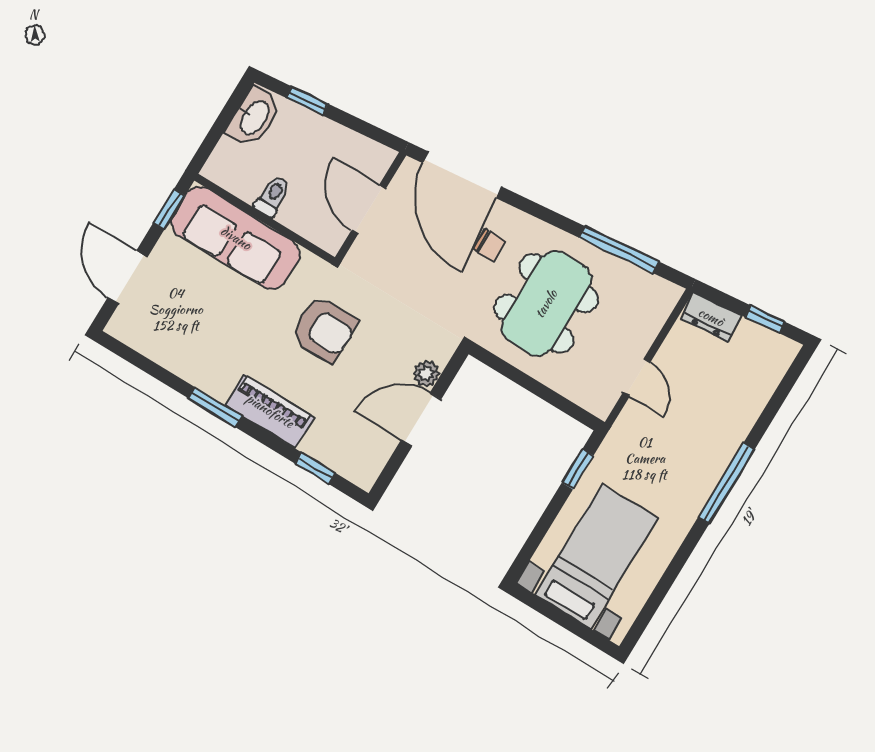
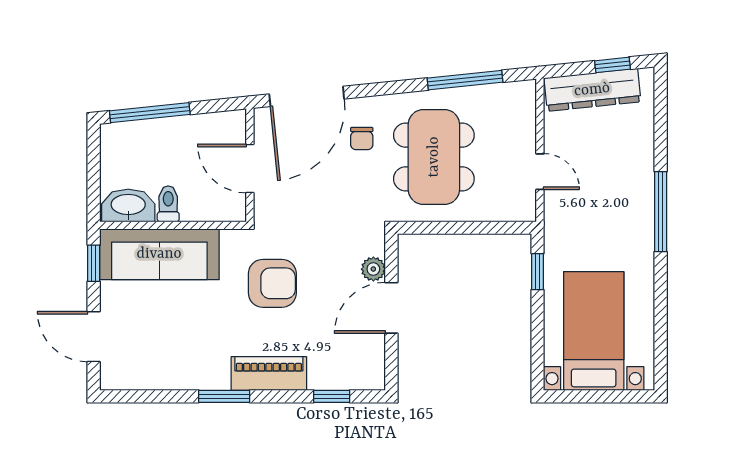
window: (307, 101) -> (150, 113), width x2.17
washbasin: (254, 117) -> (128, 205), moved, turned -90
door: (462, 175) -> (307, 96), hinge flipped
chair: (490, 245) -> (362, 138), turned 90
dresser: (711, 317) -> (592, 90), width x1.96, depth x1.24

